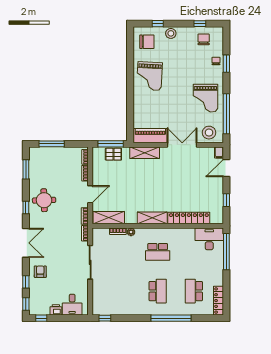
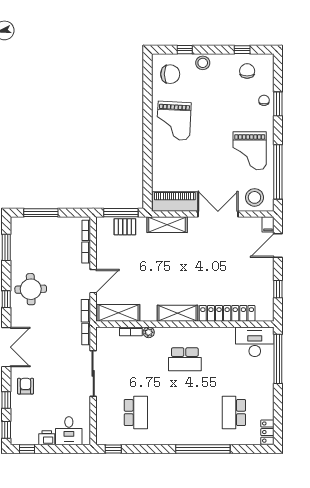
school desk: (158, 291) -> (136, 412), moved
locker: (218, 301) -> (267, 432), width x0.66

